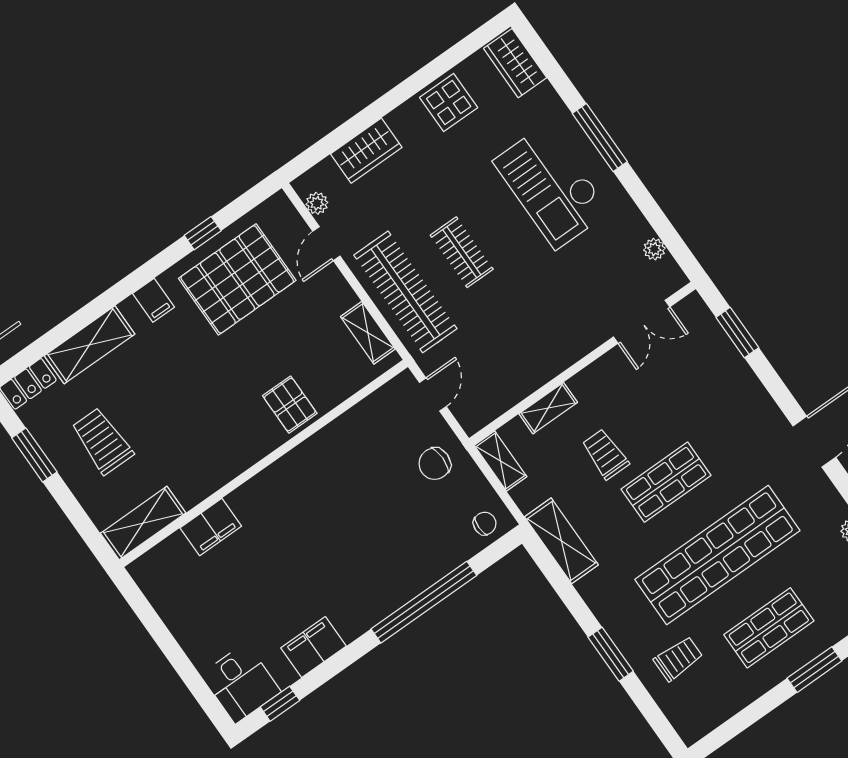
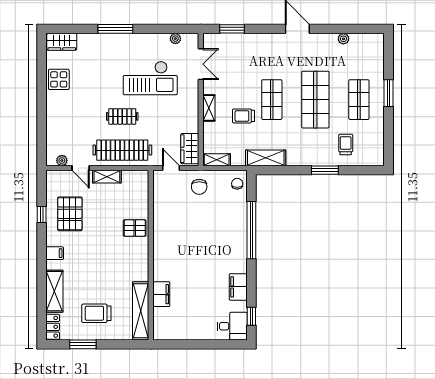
wardrobe: (366, 151) -> (190, 149), moved, turned 180
checkout: (551, 186) -> (150, 78), moved
pallet: (237, 279) -> (70, 214), width x0.73, depth x0.71
shelving: (368, 333) -> (107, 177), moved
shelving: (548, 408) -> (209, 108), moved
shelving: (143, 523) -> (141, 311), width x1.47
shop shelf: (717, 555) -> (315, 100), width x0.71

